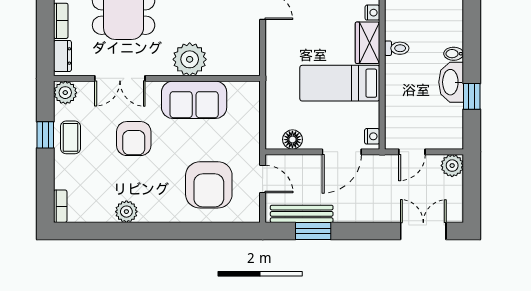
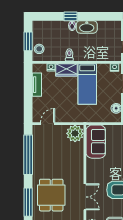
plant: (190, 59) -> (75, 133), moved
window: (472, 96) -> (71, 16), moved
sofa: (194, 100) -> (96, 142), moved

